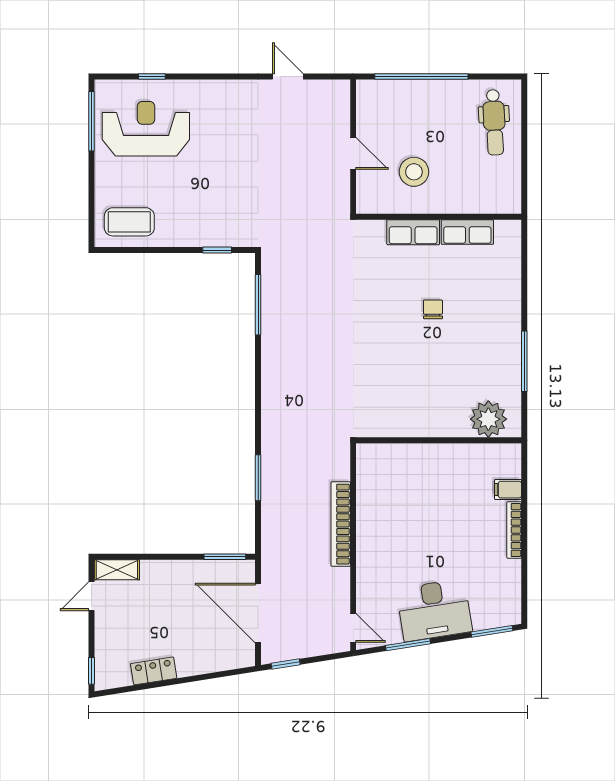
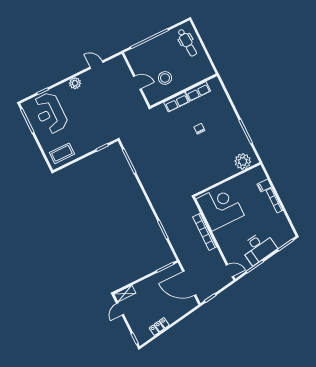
plant: (226, 93) -> (75, 83), added
reception desk: (146, 129) -> (50, 113), turned -90
corner desk: (397, 489) -> (220, 207), added

